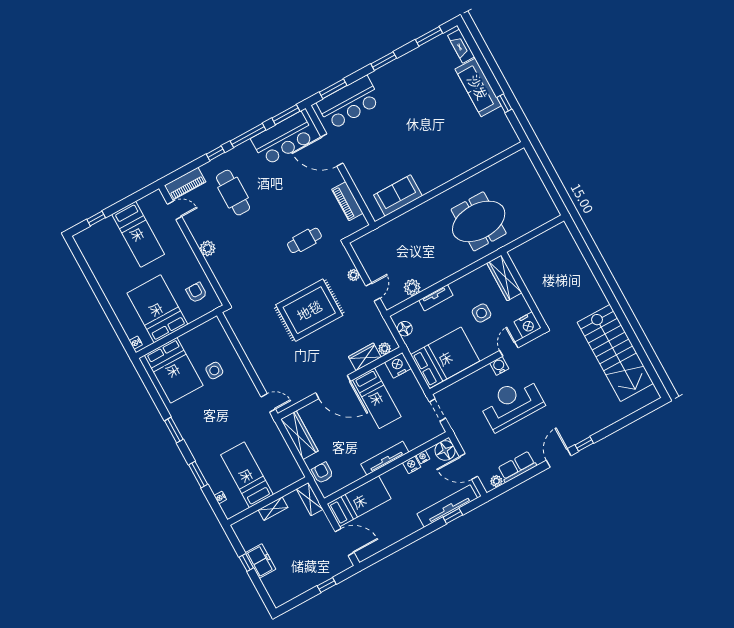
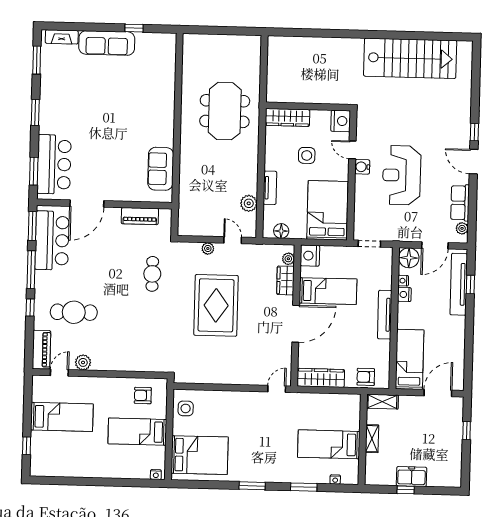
plant: (208, 248) -> (83, 362), moved
bed: (157, 309) -> (137, 432), width x0.67
side table: (214, 371) -> (186, 408), moved

